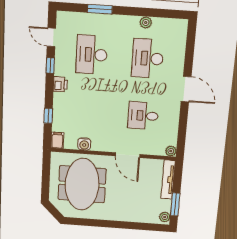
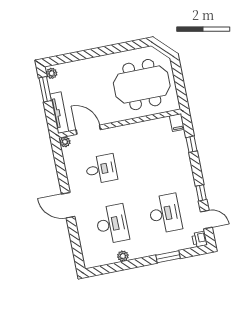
printer: (60, 84) -> (200, 239), moved
water cooler: (84, 144) -> (150, 126), removed
door: (128, 155) -> (88, 130), moved
meeting table: (82, 184) -> (142, 85), turned 90

